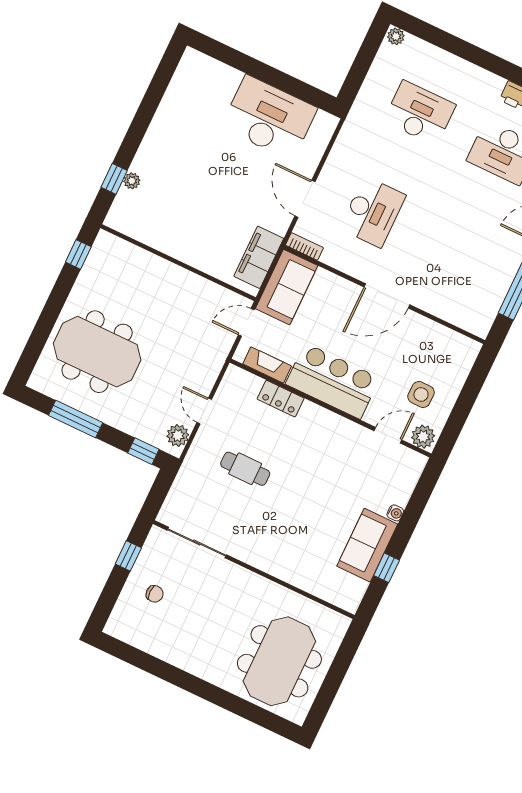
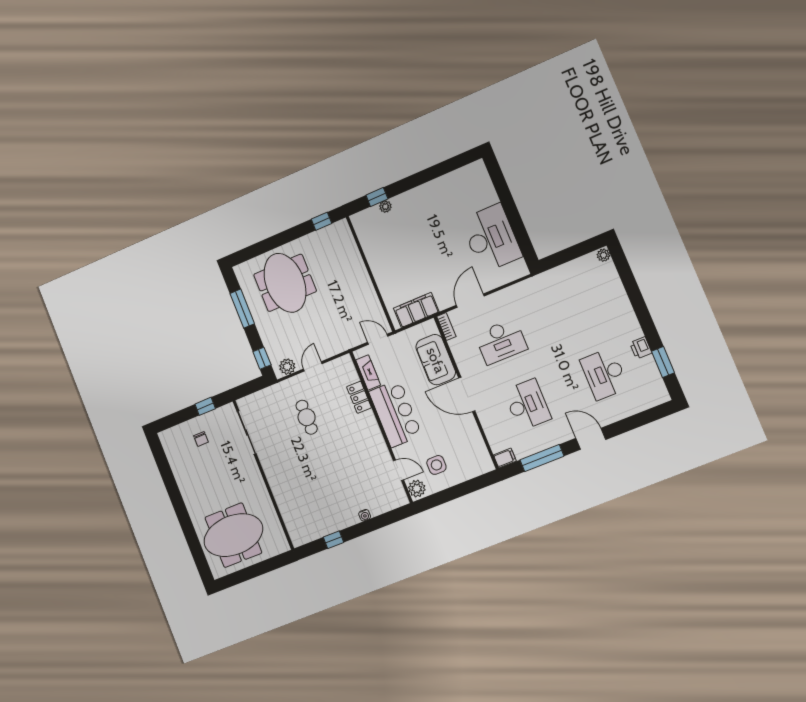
desk: (420, 113) -> (527, 405), moved
sofa: (287, 287) -> (436, 360), moved, turned 90
filing cabinet: (482, 325) -> (505, 458), added
sofa: (367, 545) -> (334, 518), removed

